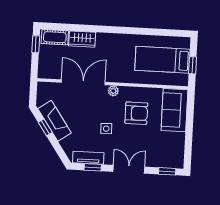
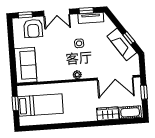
window: (36, 44) -> (144, 92), moved
double door: (83, 82) -> (115, 78), moved
armchair: (136, 113) -> (33, 28), moved, turned -90

